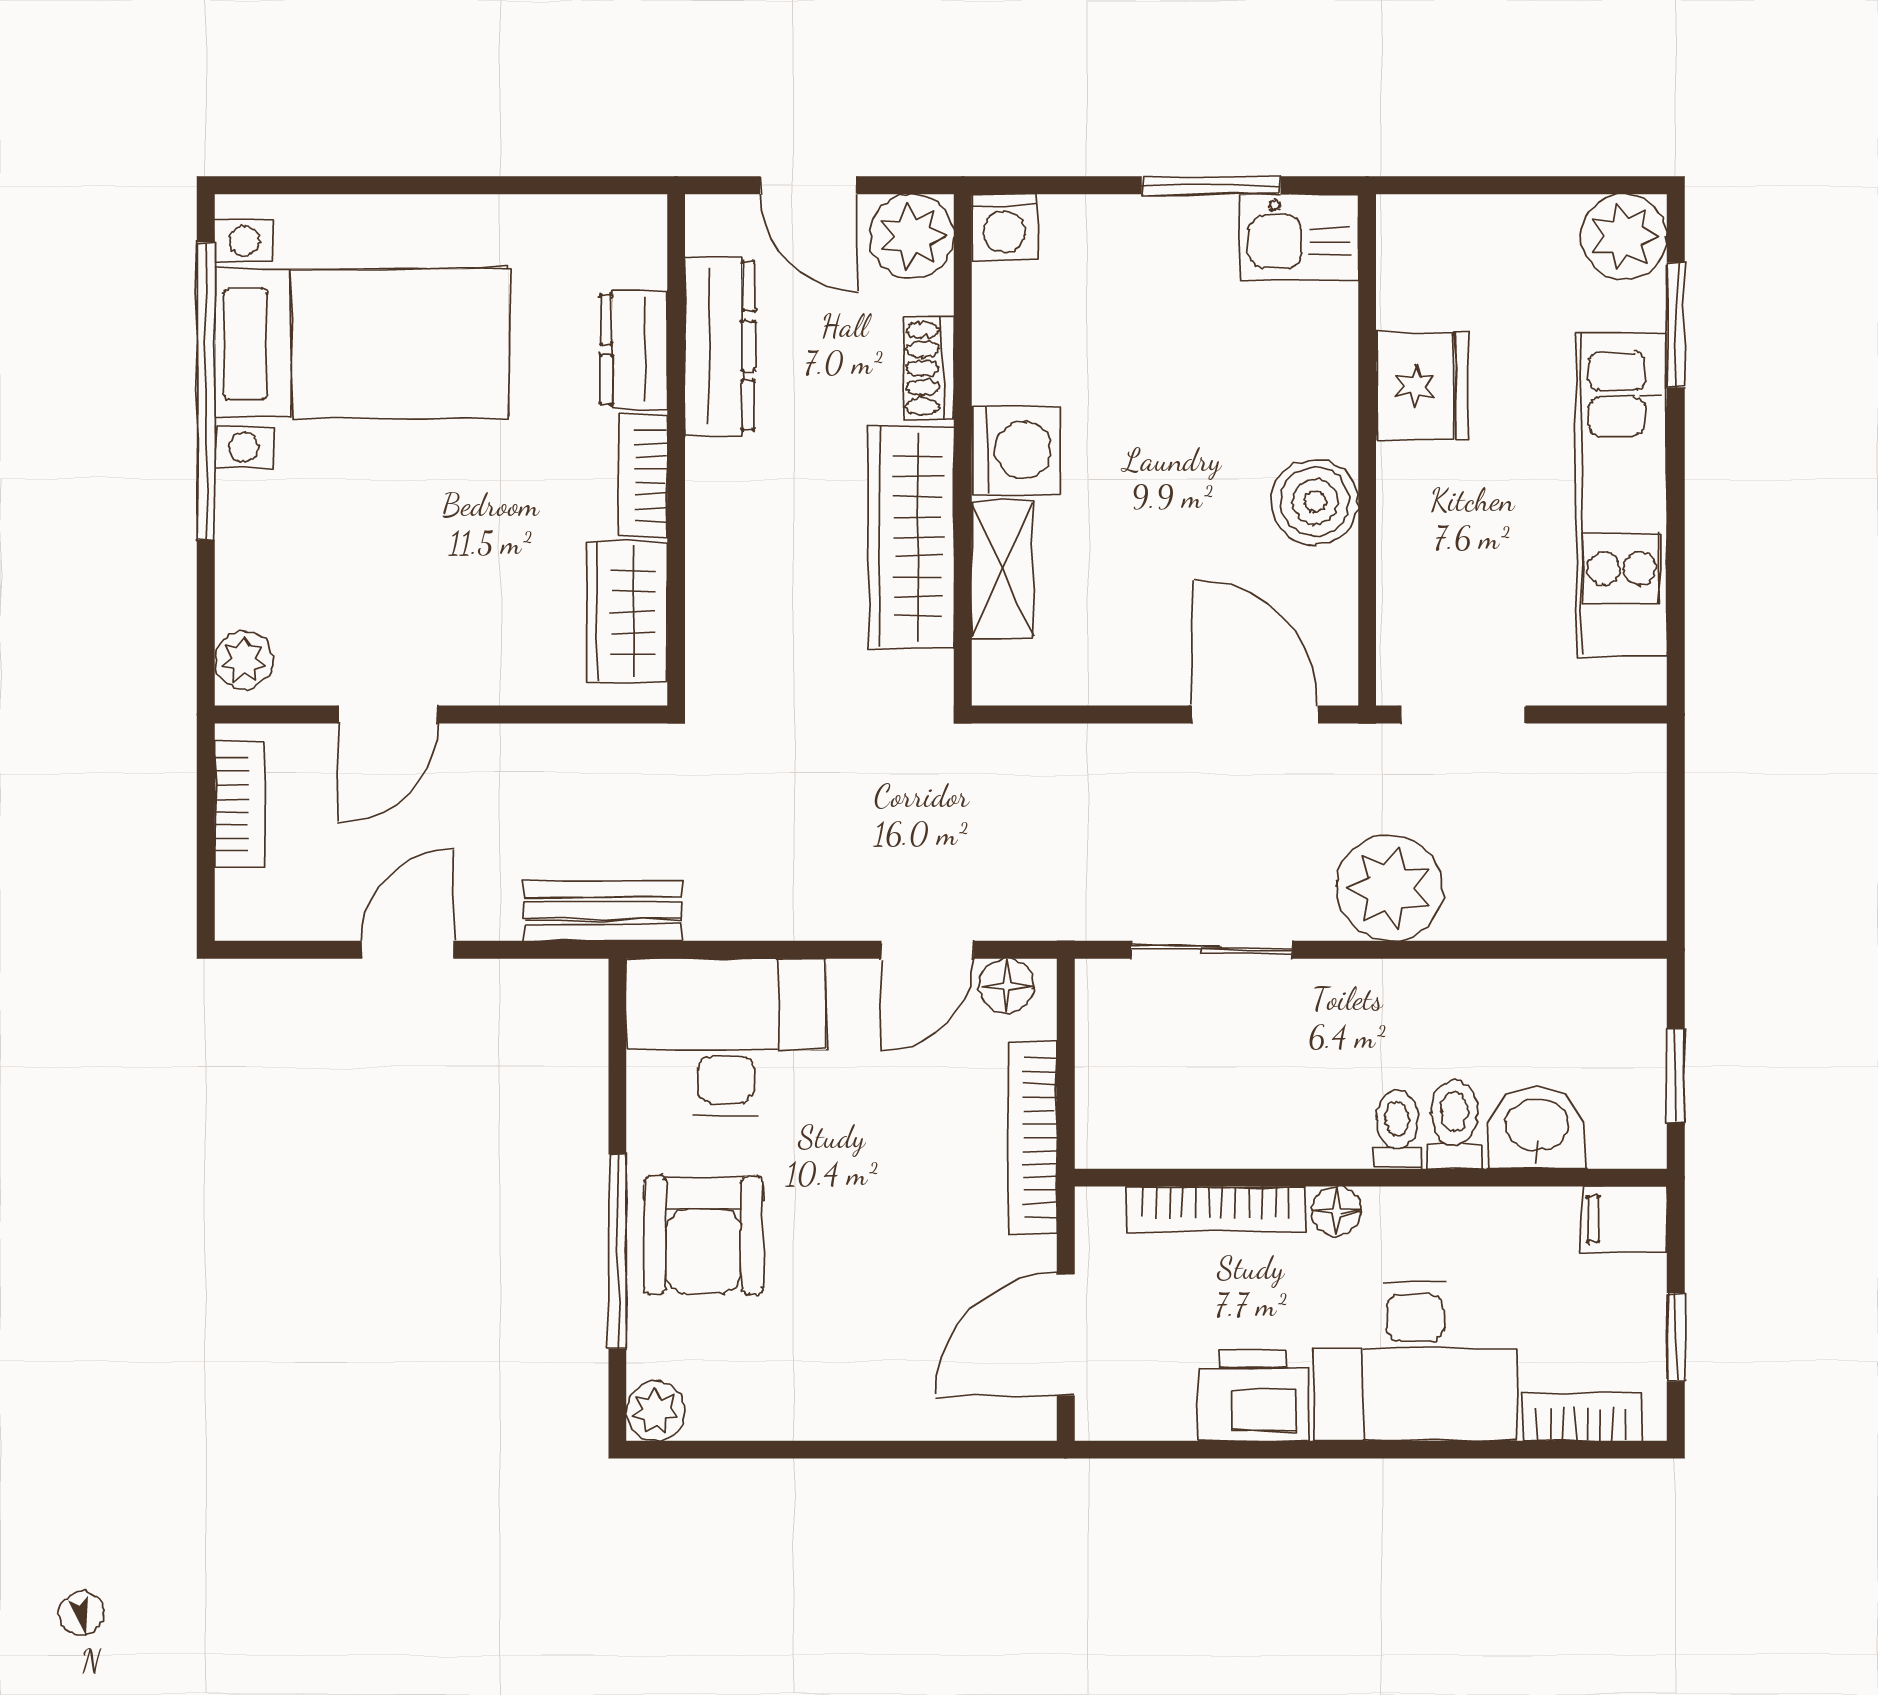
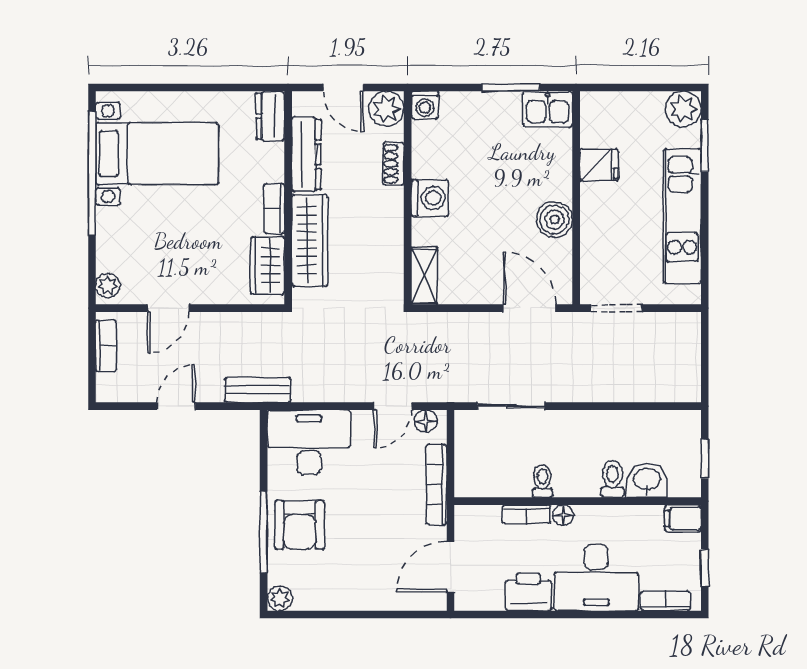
dresser: (634, 350) -> (270, 116), moved
fridge: (1422, 386) -> (599, 165), width x0.72
wardrobe: (911, 537) -> (310, 240), moved, turned 180
shelving: (1002, 569) -> (424, 276), moved
plant: (1390, 888) -> (586, 380), removed
toilet: (1397, 1129) -> (542, 481), moved
bookcase: (1216, 1209) -> (527, 514), width x0.64

